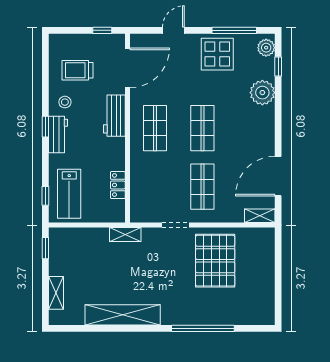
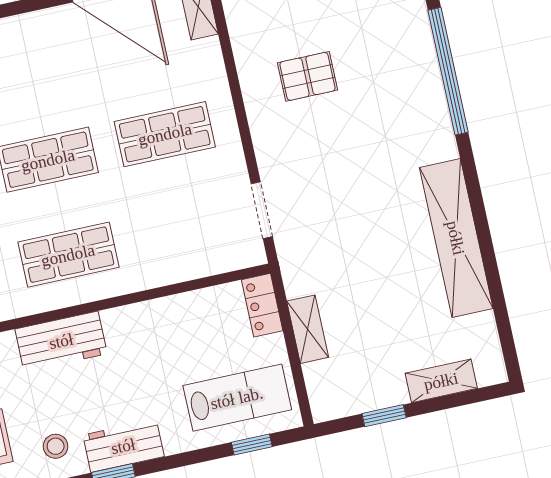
locker: (118, 185) -> (262, 305), moved, turned 90
doorway: (176, 225) -> (262, 210), moved
shelving: (125, 234) -> (308, 329), moved
window: (45, 248) -> (384, 416), moved
pallet: (215, 261) -> (307, 76), width x0.49, depth x0.50

